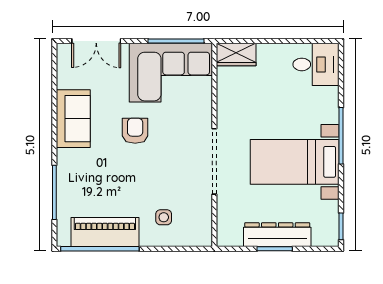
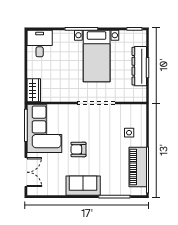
sofa: (73, 119) -> (83, 186), moved

